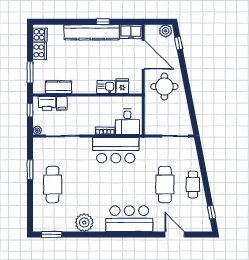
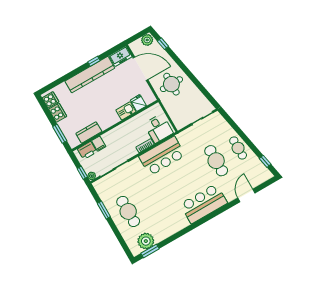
window: (30, 110) -> (82, 173), moved
plant: (84, 223) -> (146, 241), moved
door: (175, 234) -> (246, 195), hinge flipped

